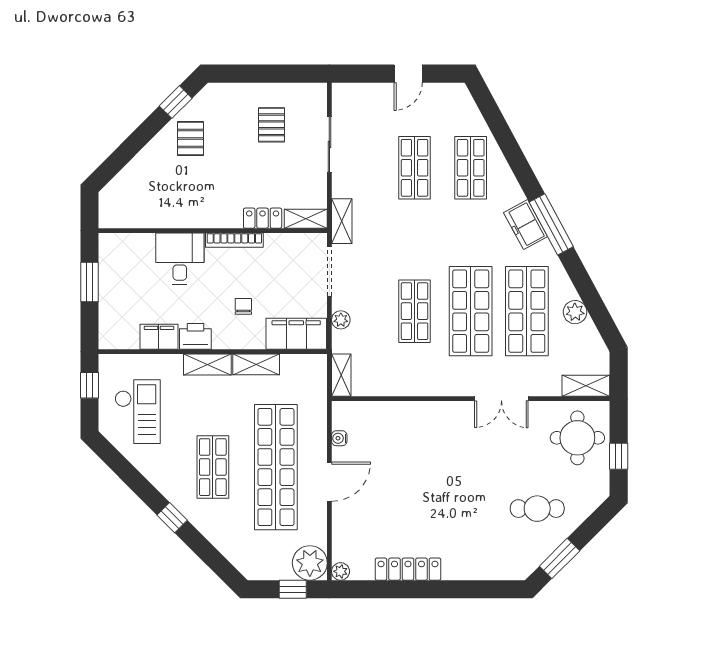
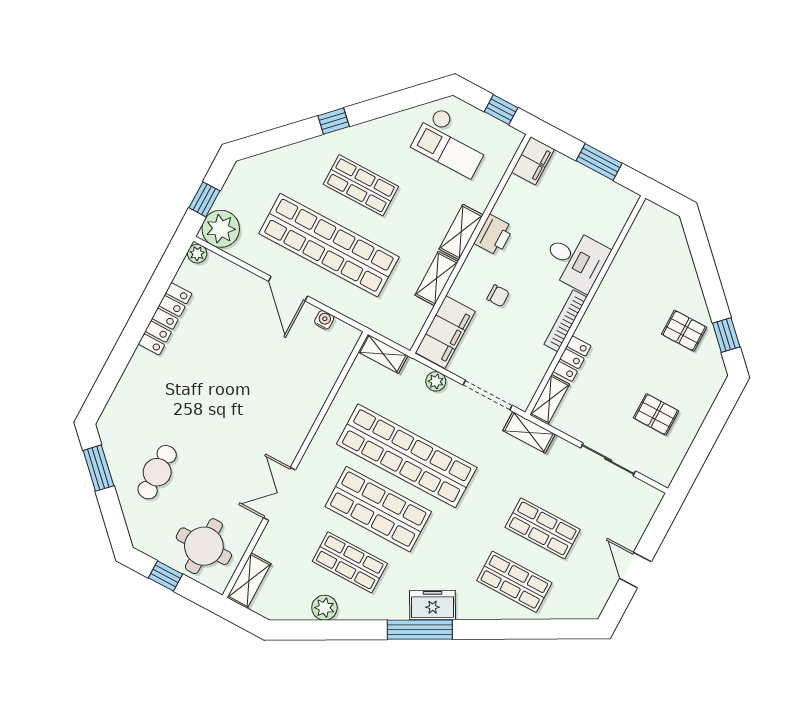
shop shelf: (415, 311) -> (407, 456), width x2.00, depth x1.36
shop shelf: (527, 311) -> (350, 562), width x0.70, depth x0.74
filing cabinet: (159, 337) -> (533, 161), moved

